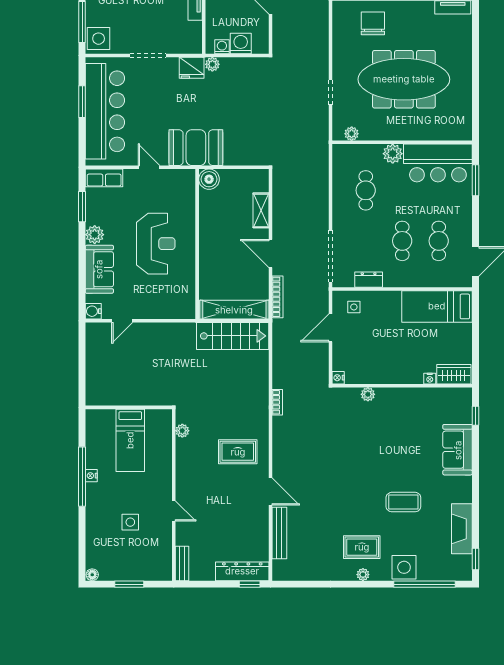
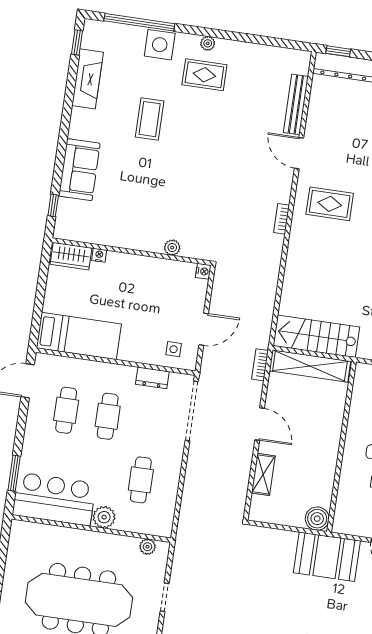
bookcase: (278, 297) -> (260, 365), width x0.64
bookcase: (277, 402) -> (282, 219), moved
coffee table: (403, 502) -> (150, 119), turned 90

